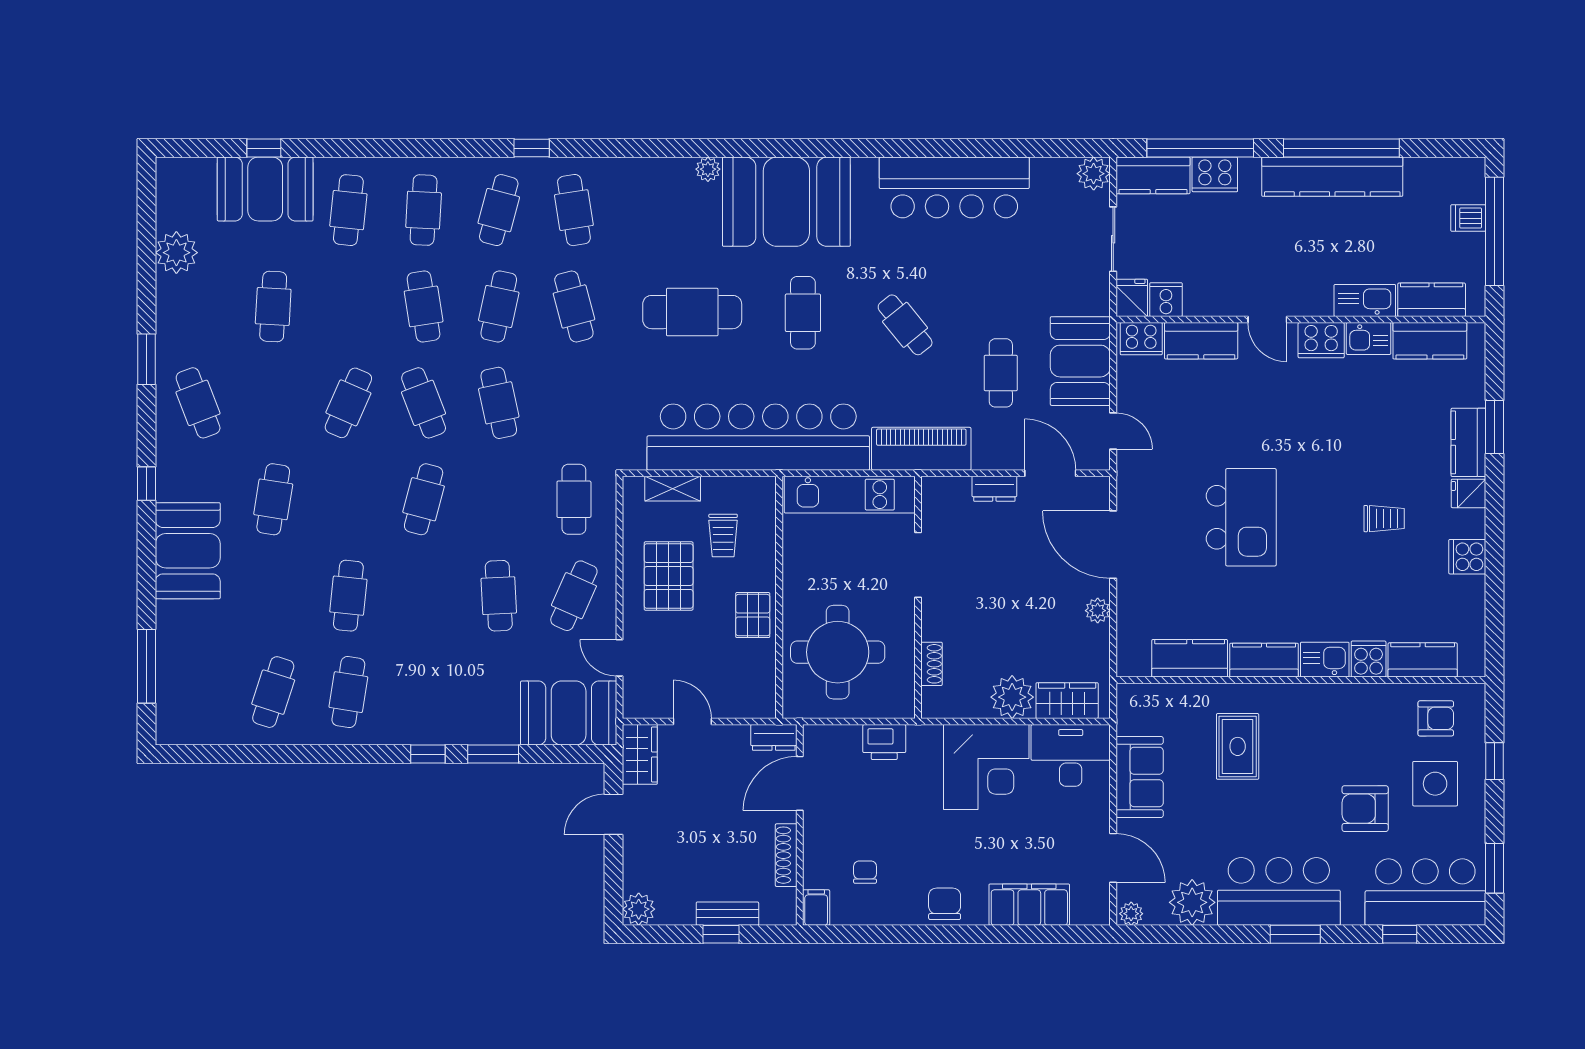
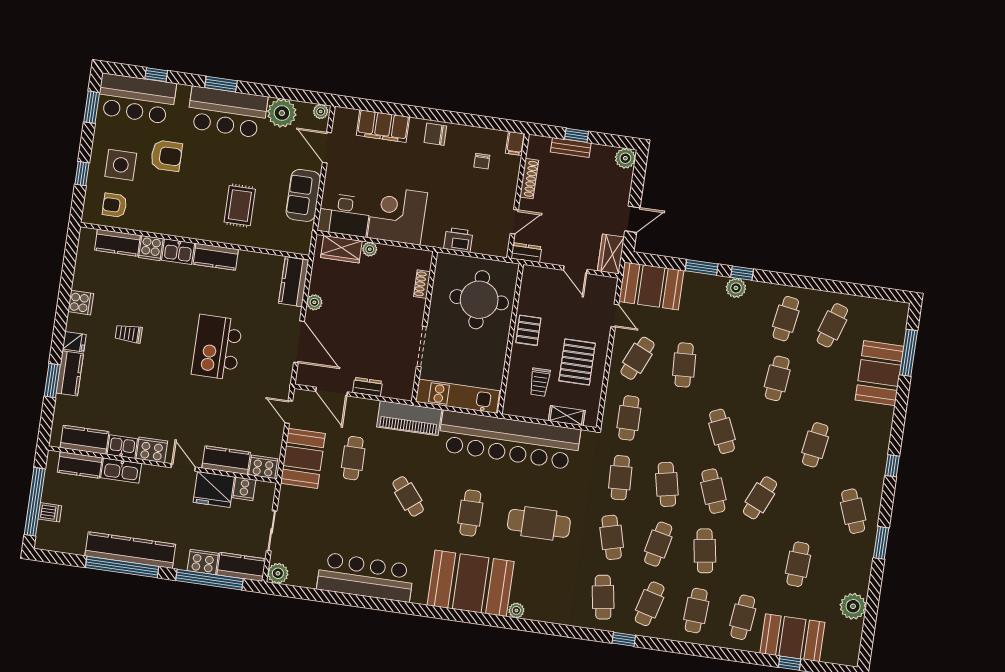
fridge: (1132, 298) -> (214, 490), moved, width x1.88, depth x1.34
cafe table: (574, 403) -> (620, 478), added
cafe table: (424, 499) -> (722, 431), turned -39
trolley: (723, 535) -> (540, 382), turned 180
booth: (188, 551) -> (880, 373), moved
kitchen counter: (1190, 658) -> (294, 282), moved, turned 90
plant: (1012, 697) -> (370, 249), width x0.53, depth x0.53
plant: (434, 729) -> (736, 288), added
door: (800, 783) -> (514, 222), width x0.73
chair: (945, 904) -> (435, 134), turned 90

